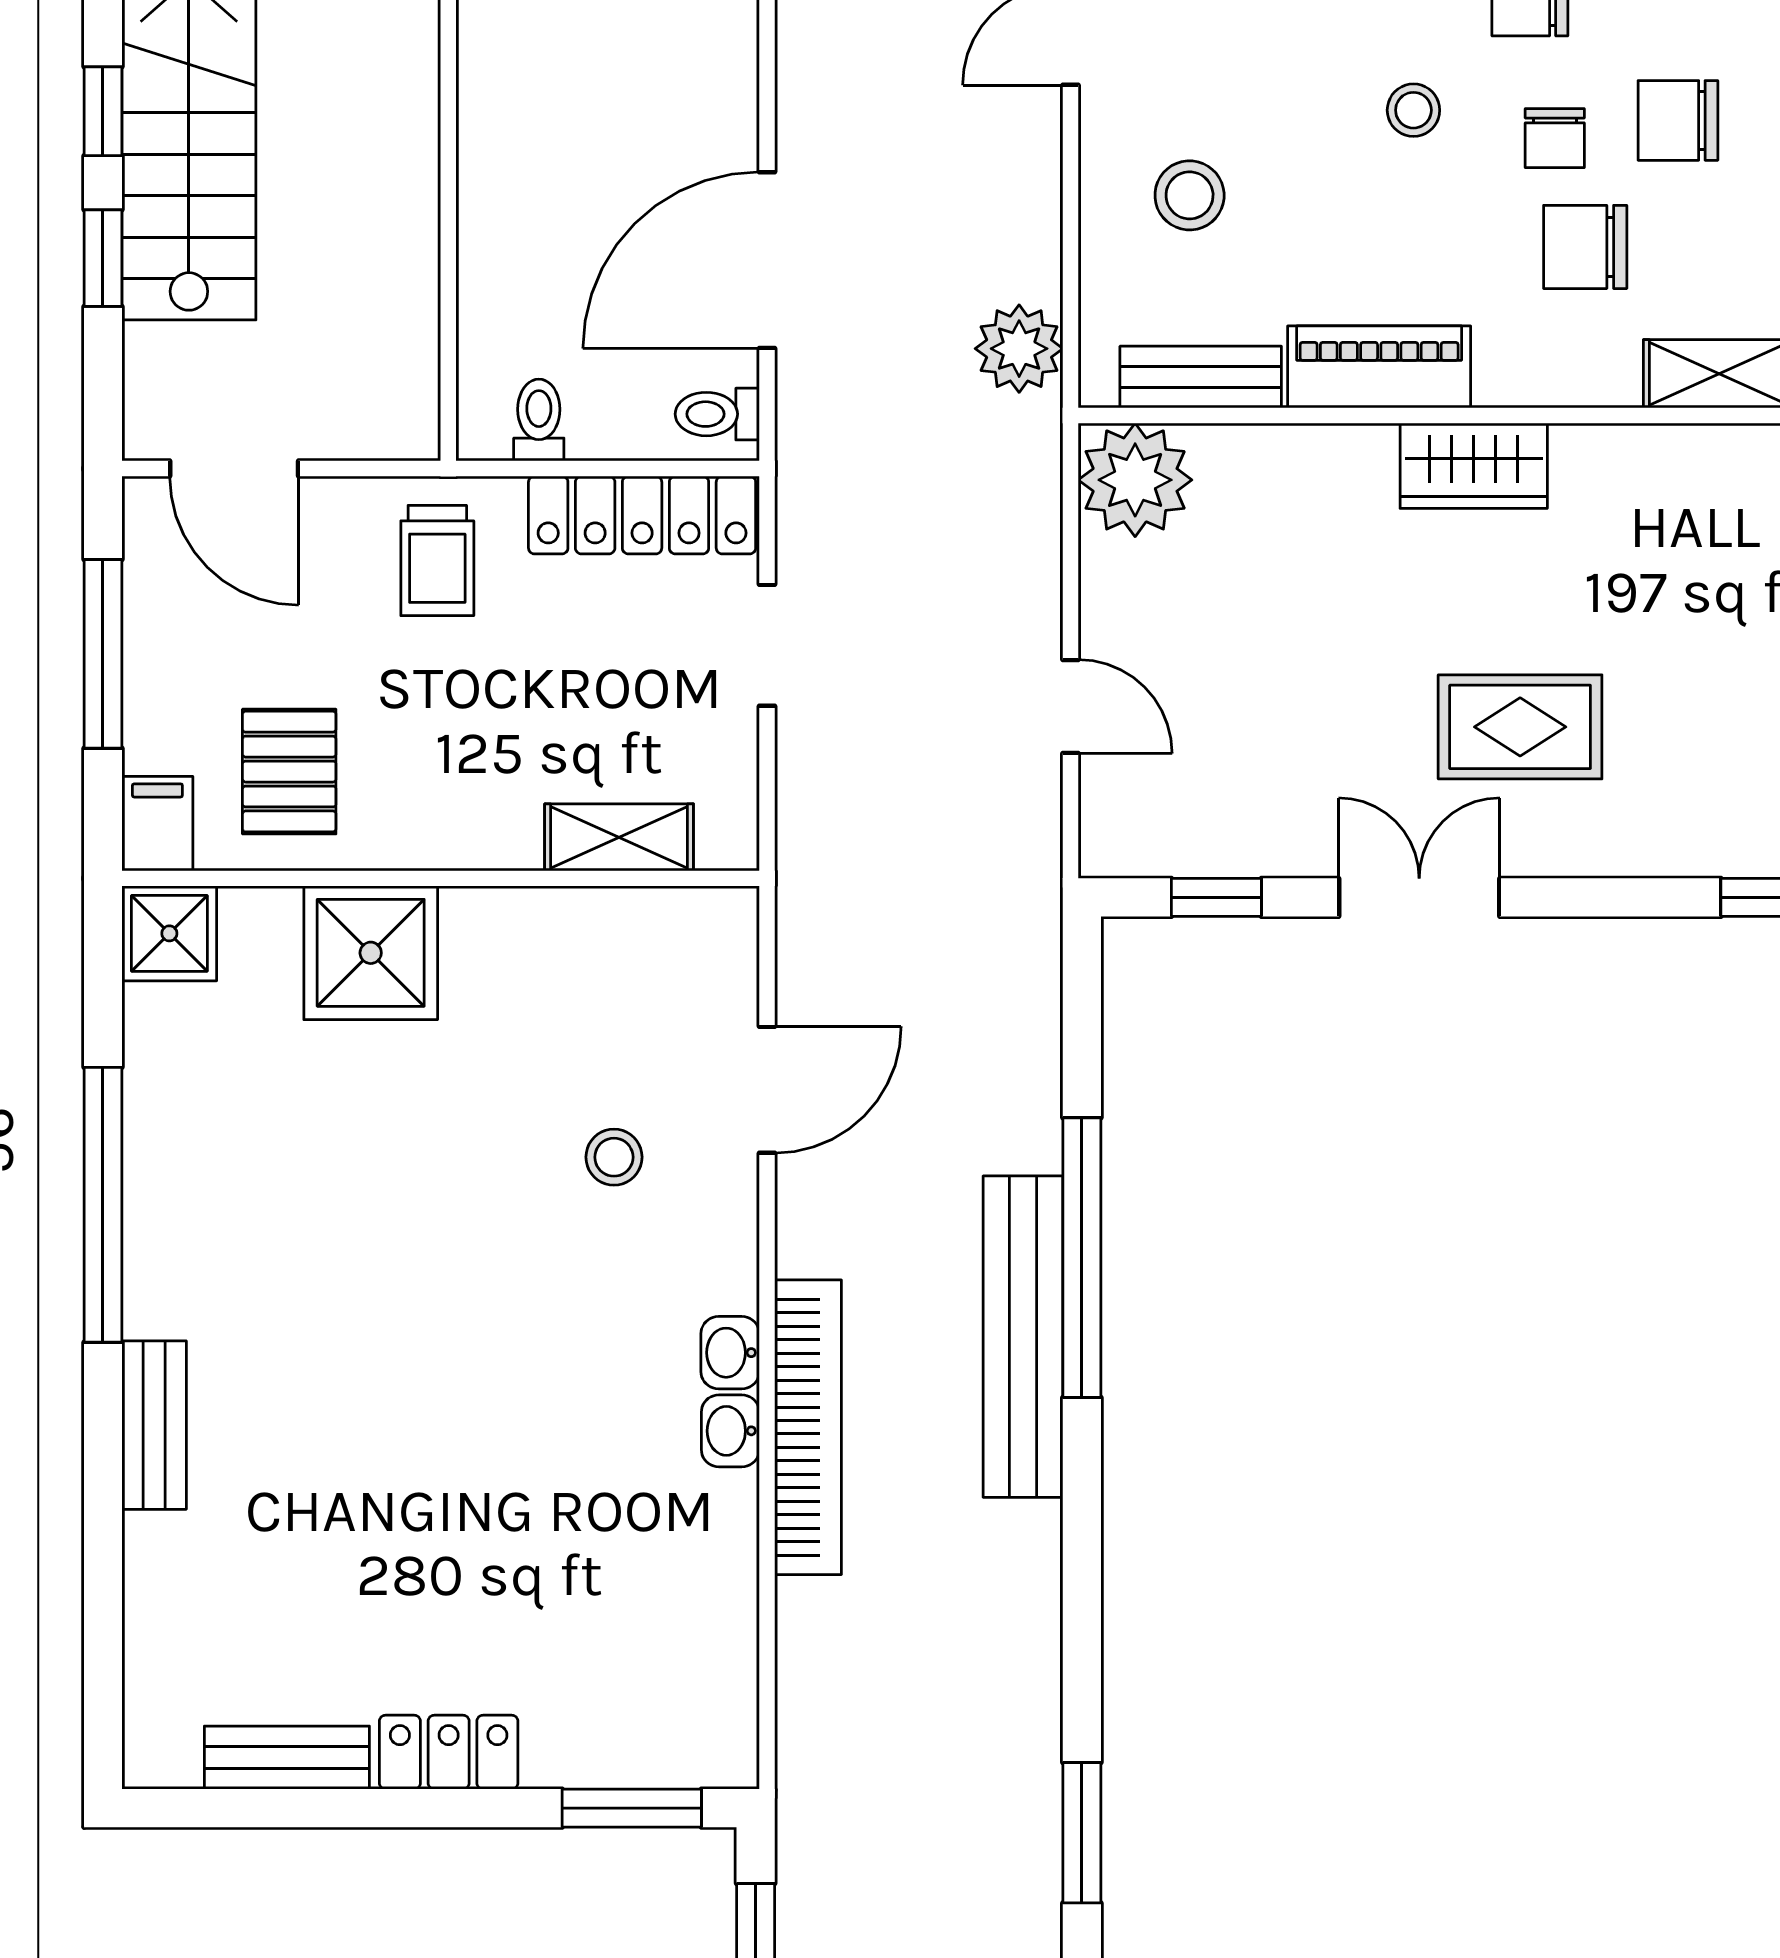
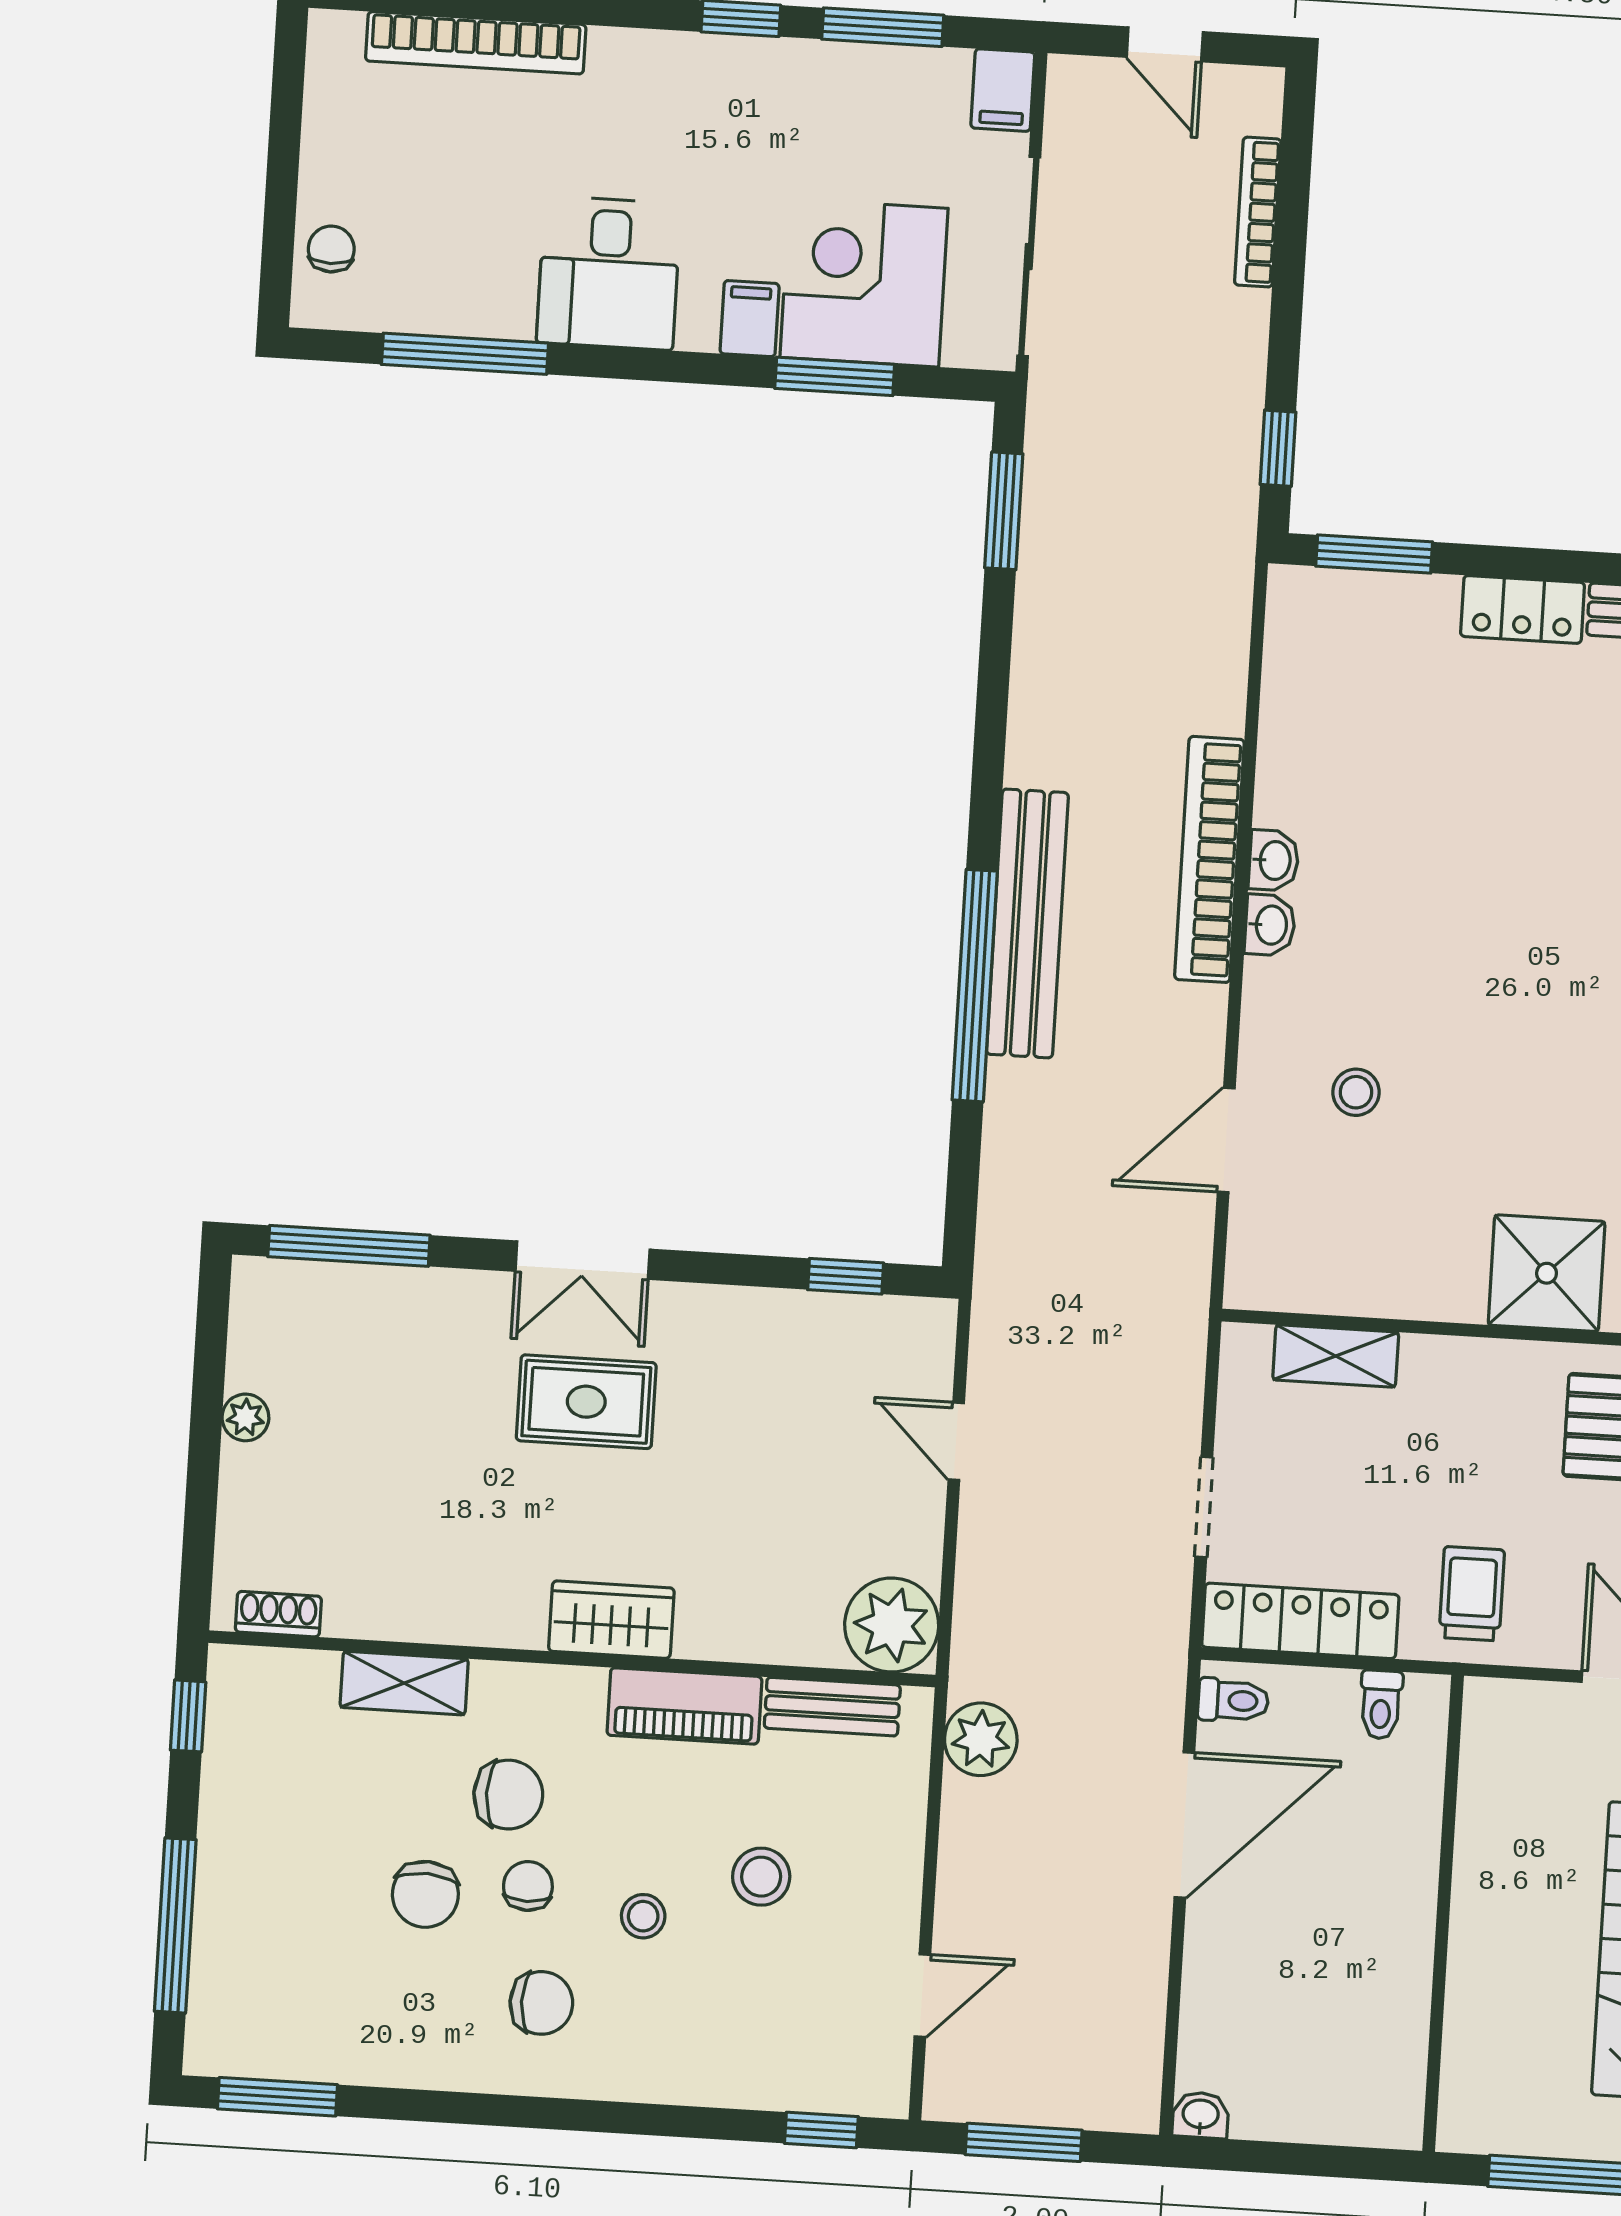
chair: (1678, 120) -> (425, 1894), turned 93
stool: (1190, 195) -> (761, 1877), moved
double door: (1419, 897) -> (583, 1260), moved

